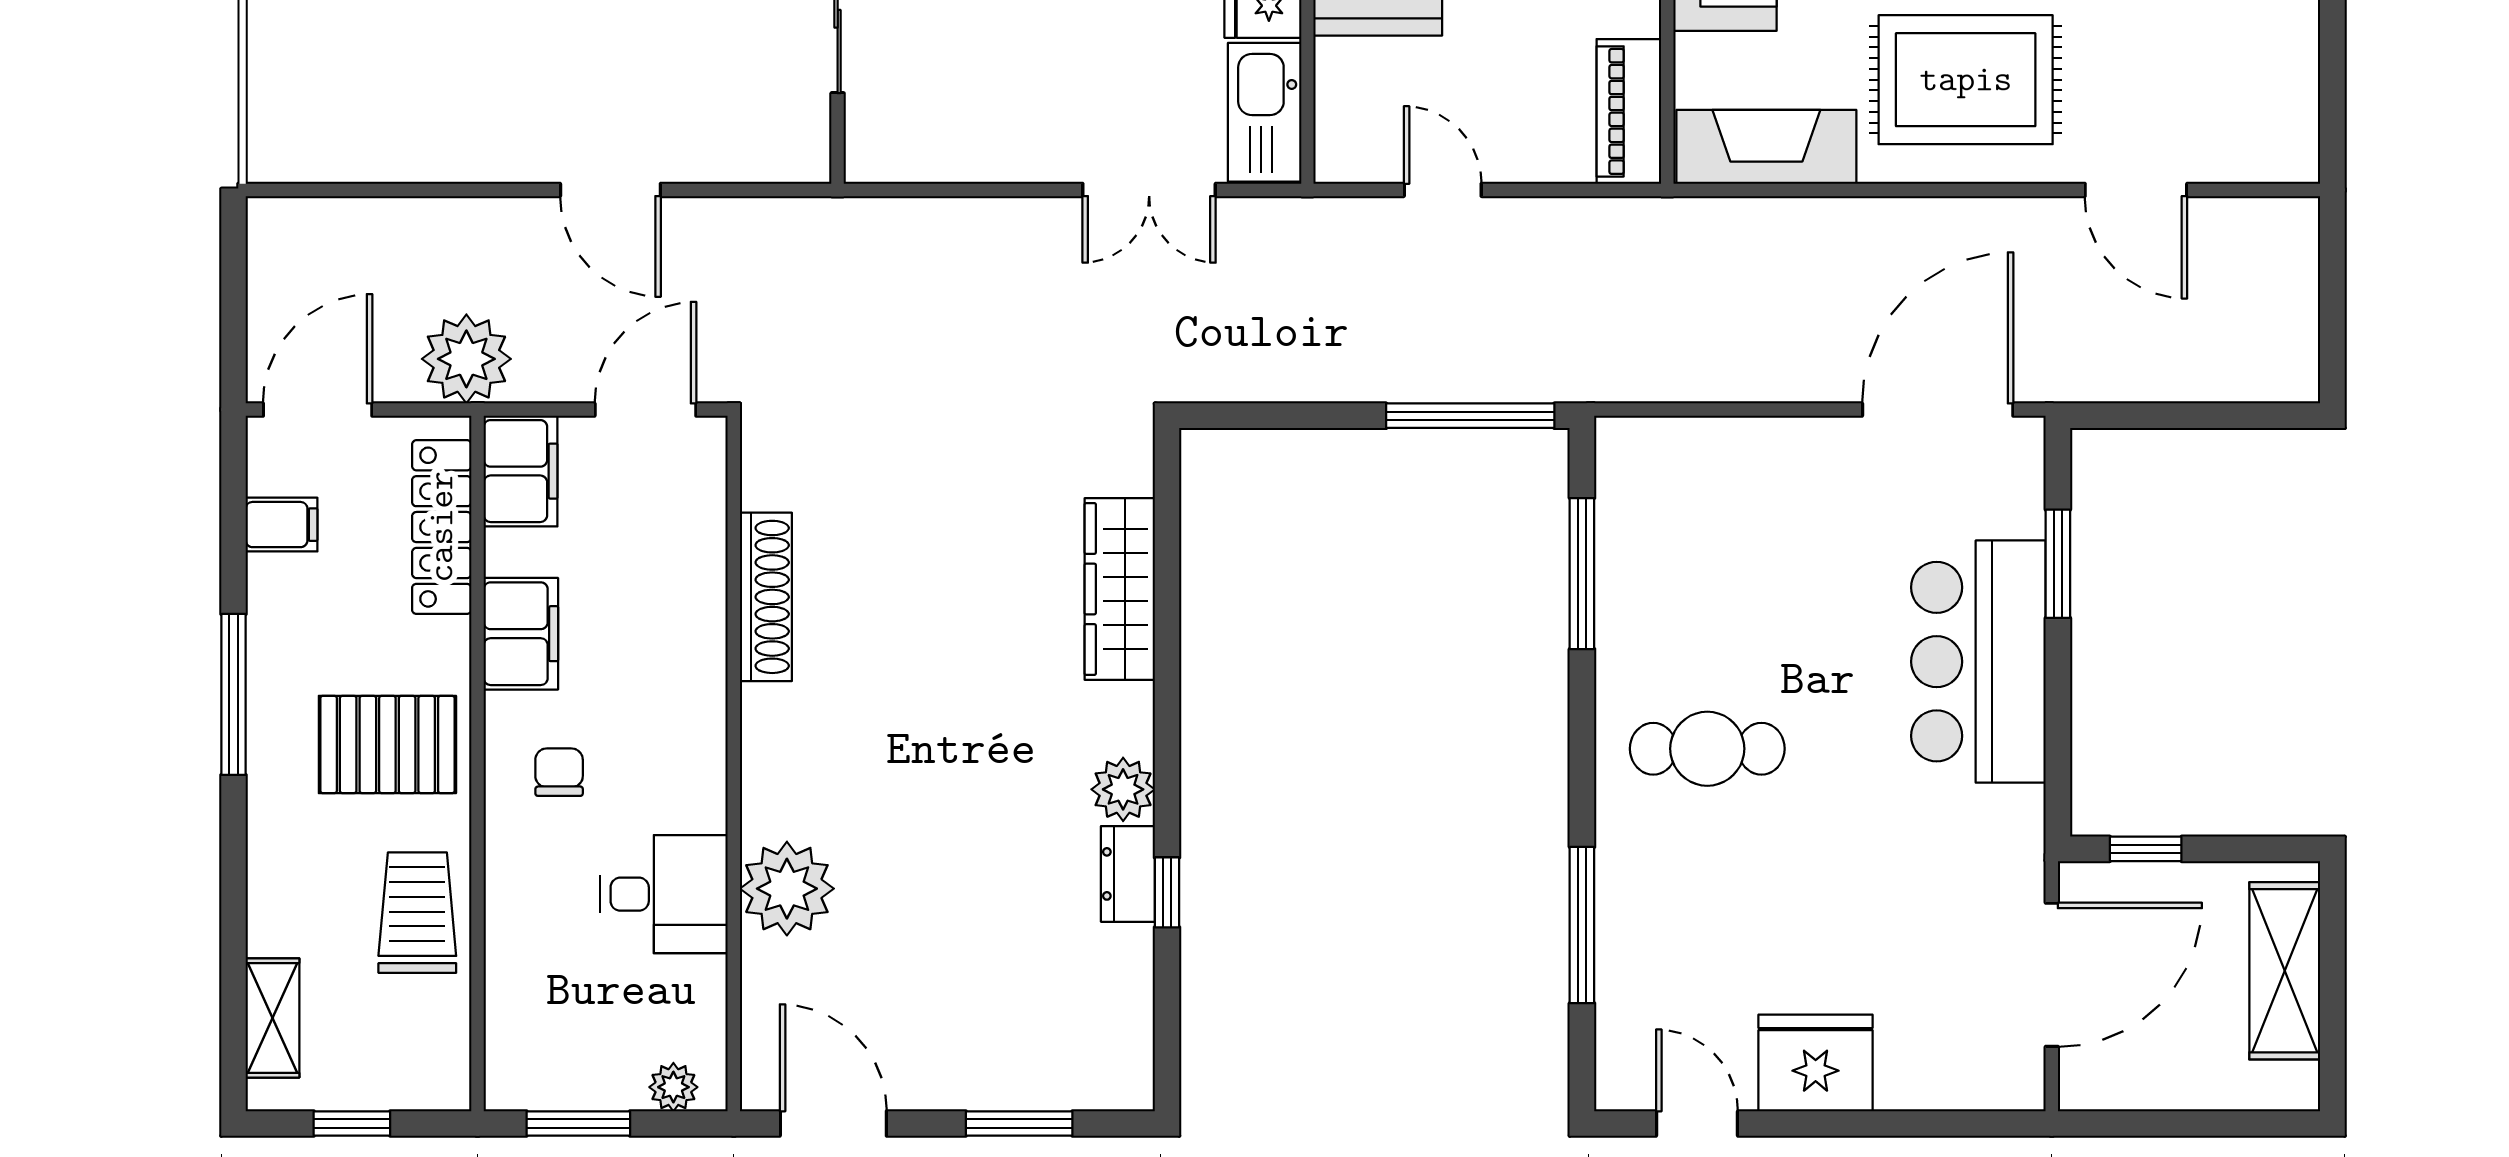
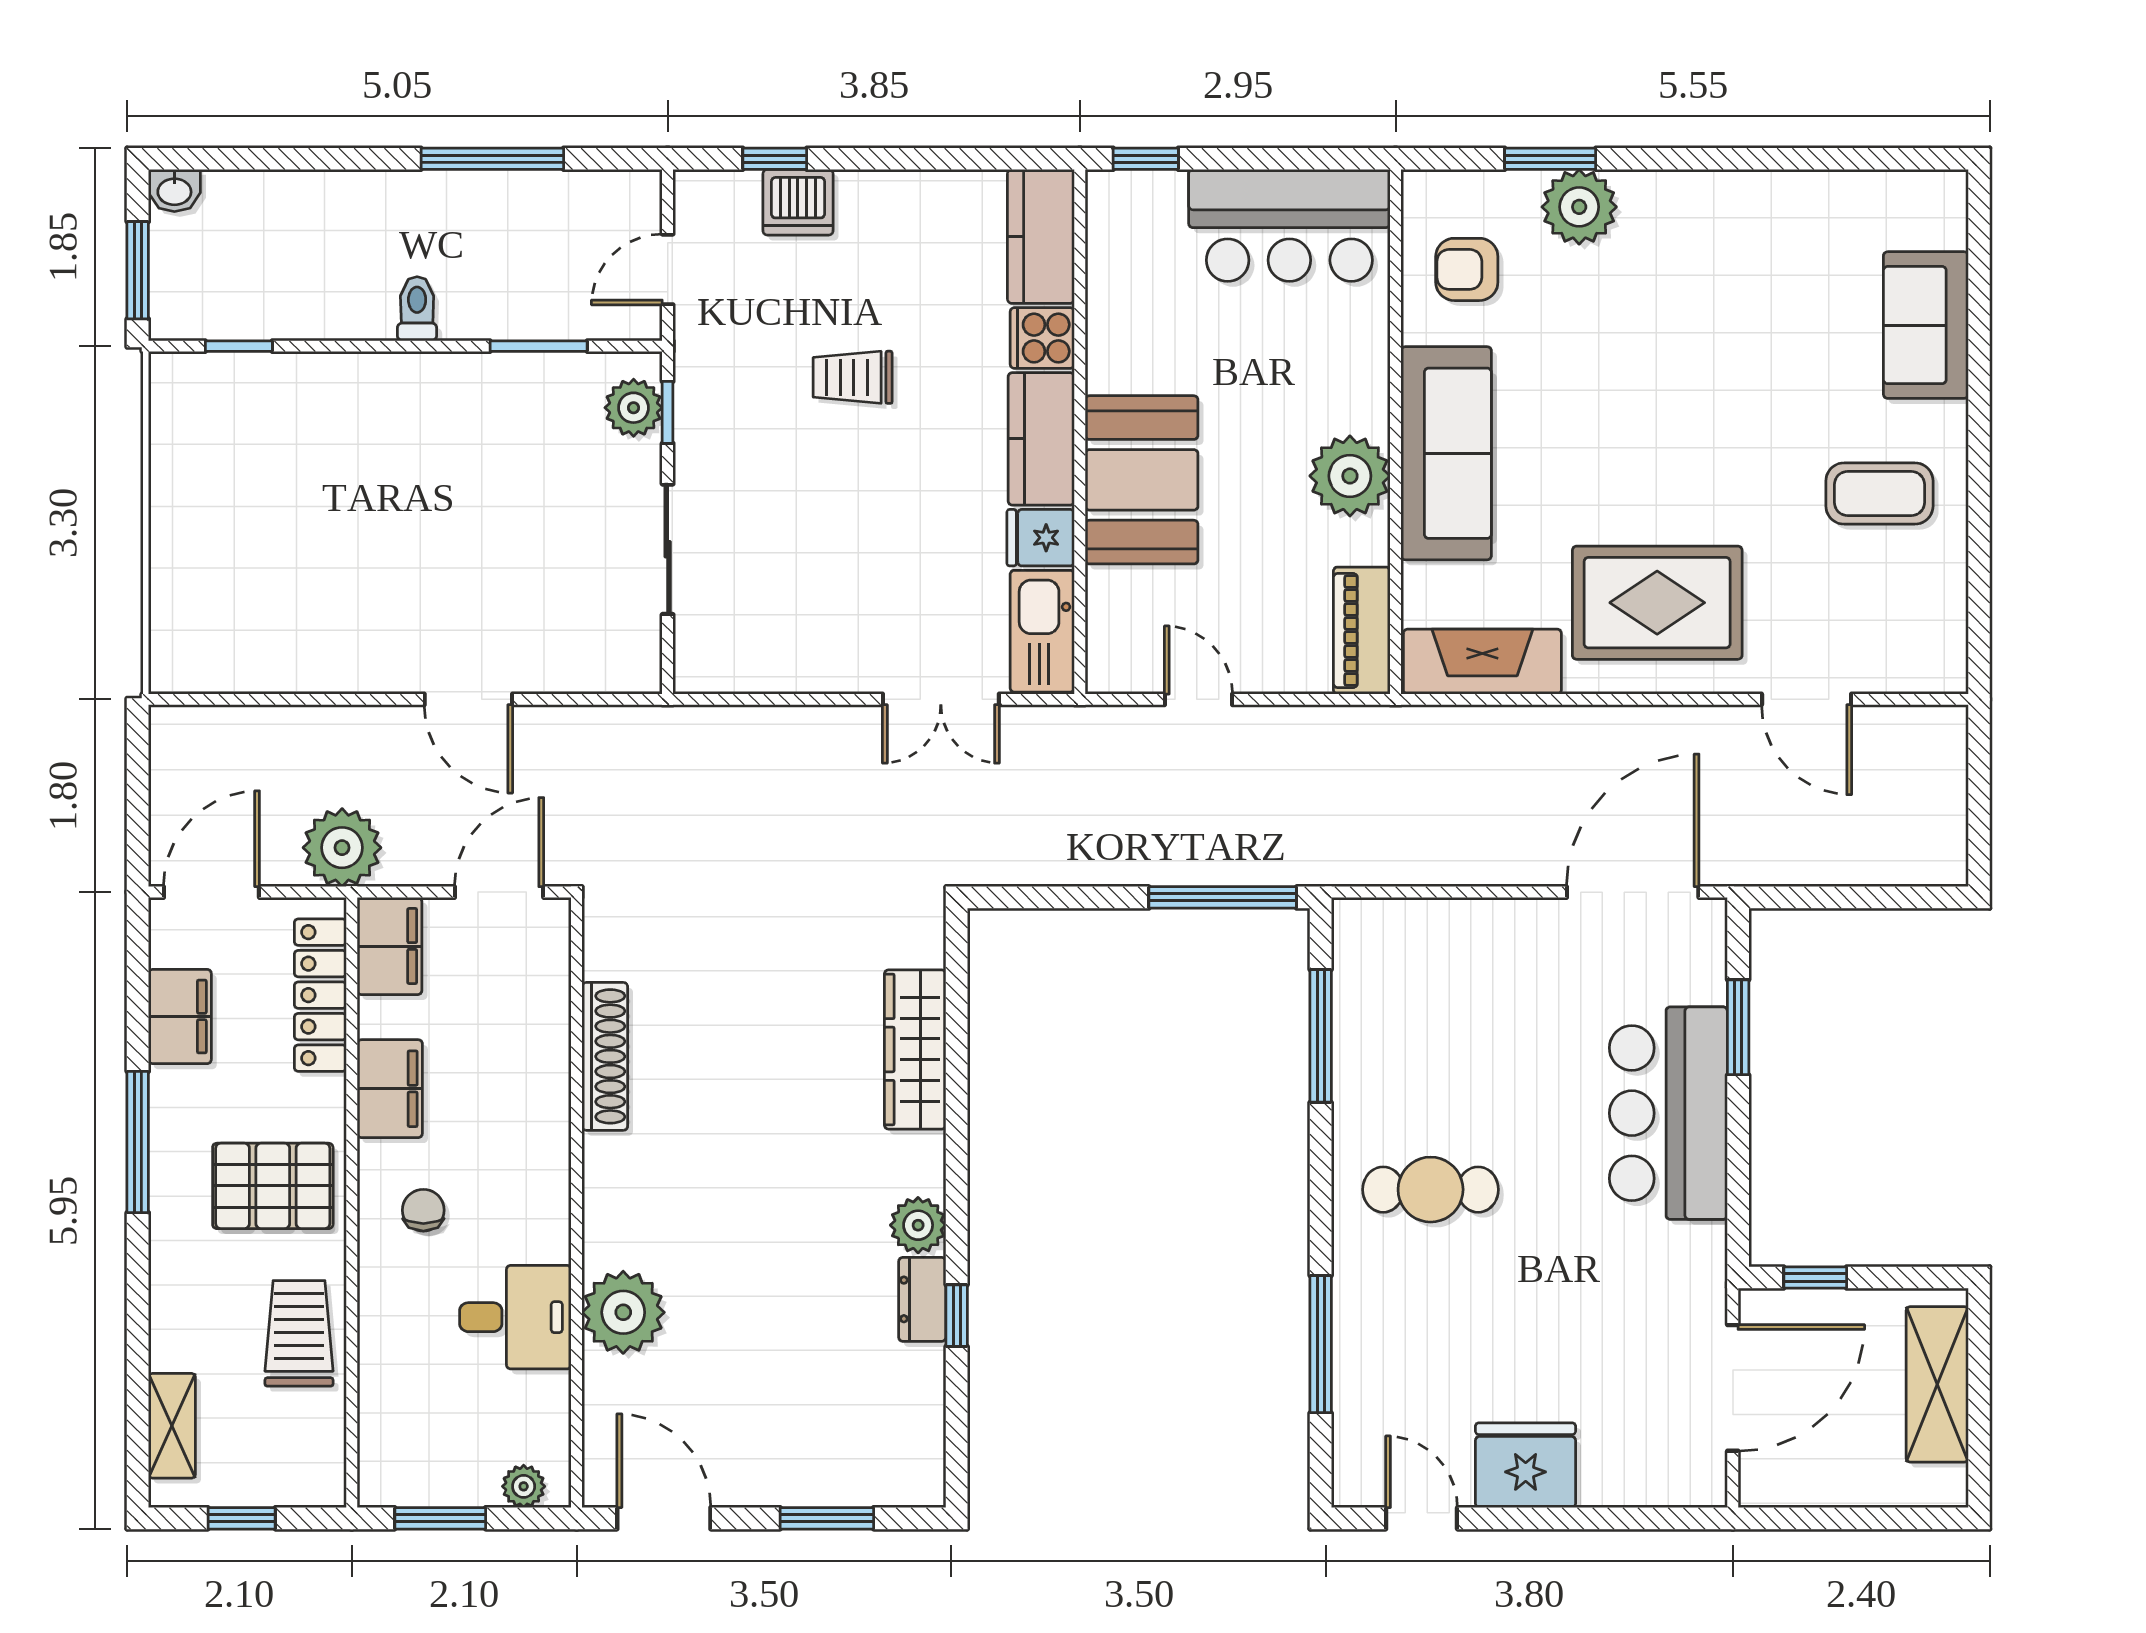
filing cabinet: (282, 525) -> (180, 1017), width x2.00

